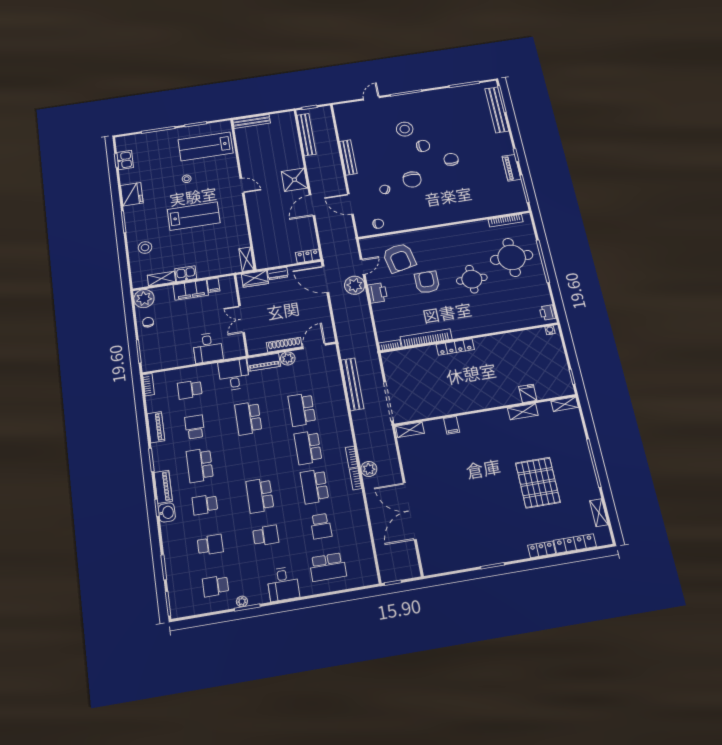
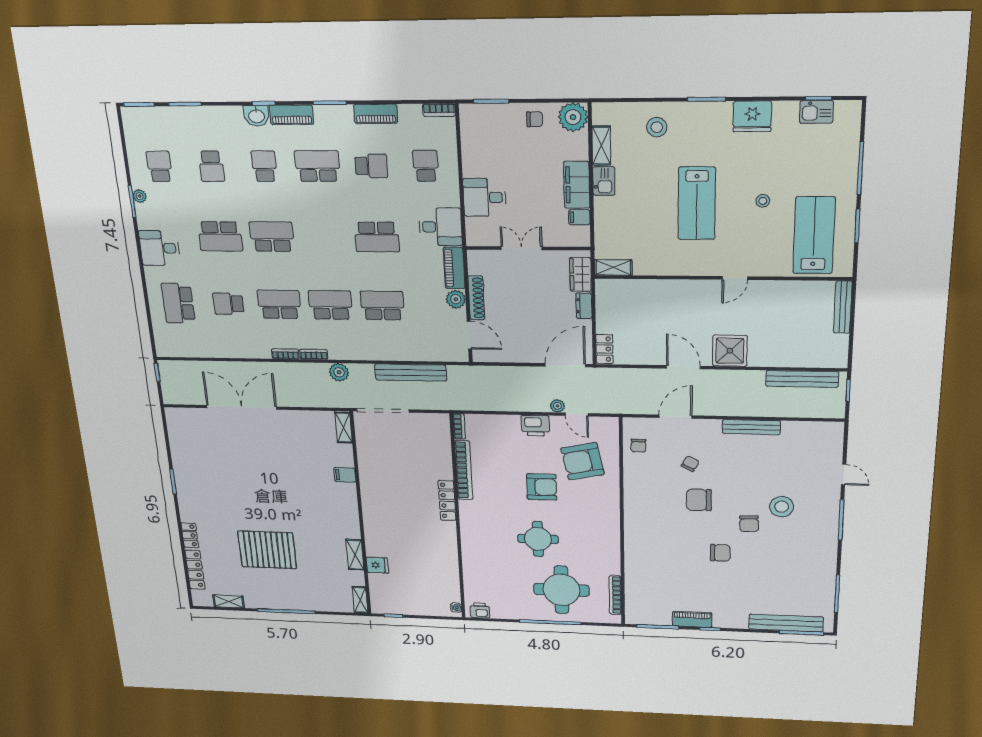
plant: (355, 285) -> (557, 406), width x0.53, depth x0.53
school desk: (248, 418) -> (377, 237), turned 180
plant: (369, 469) -> (339, 372), moved
school desk: (266, 535) -> (220, 236), width x1.85

